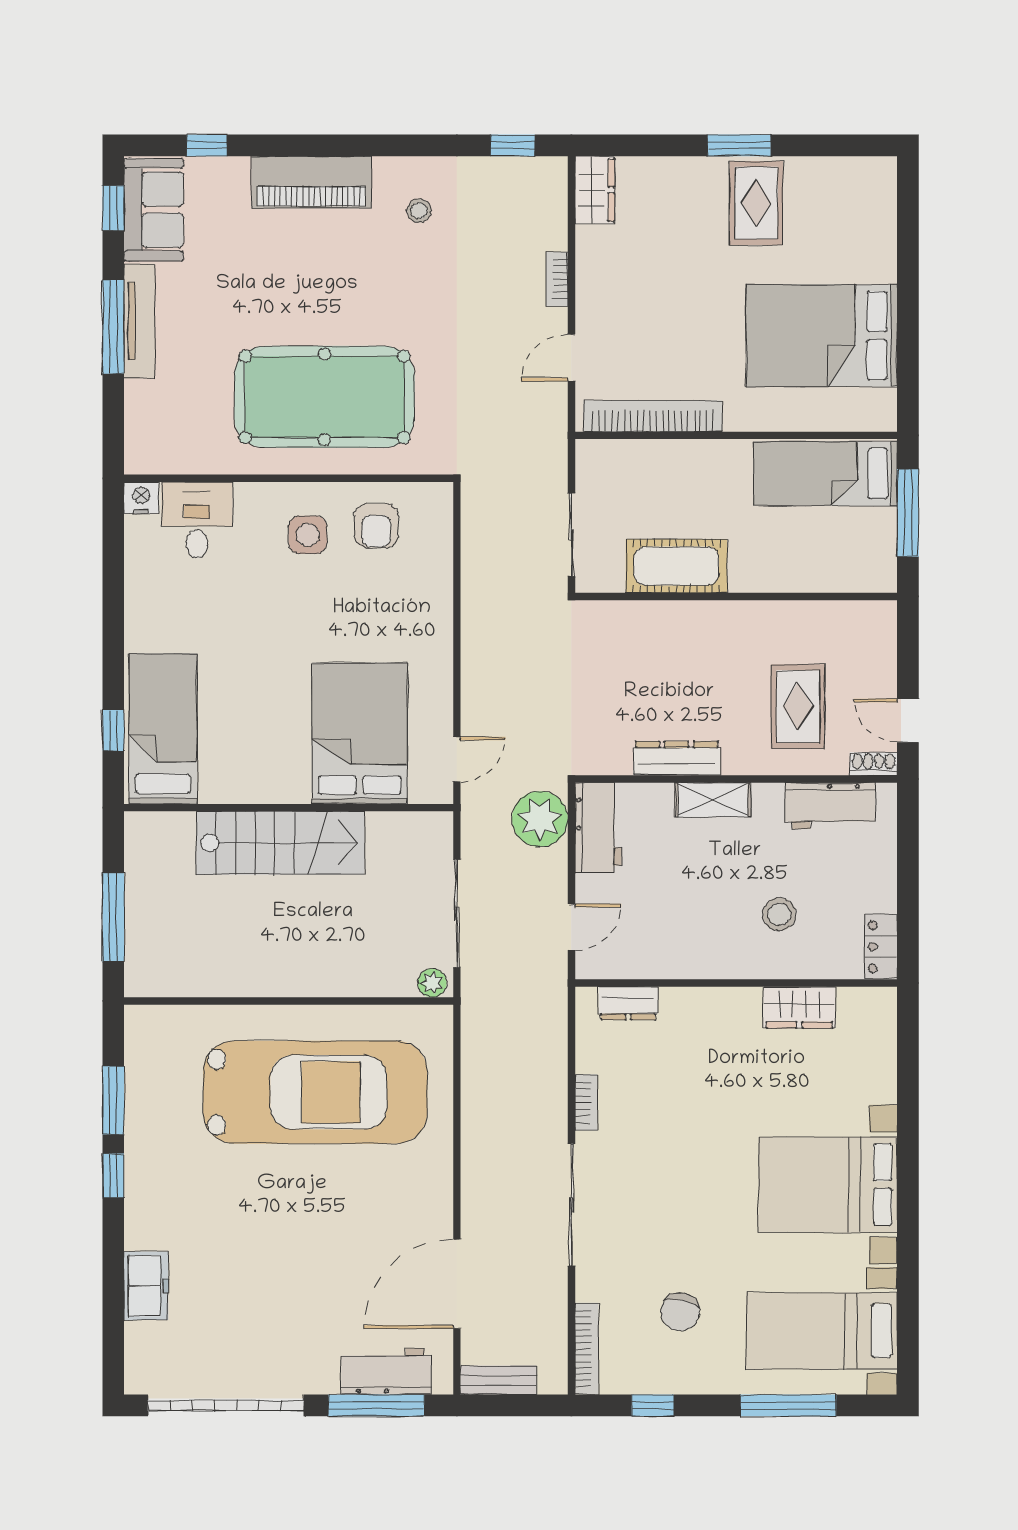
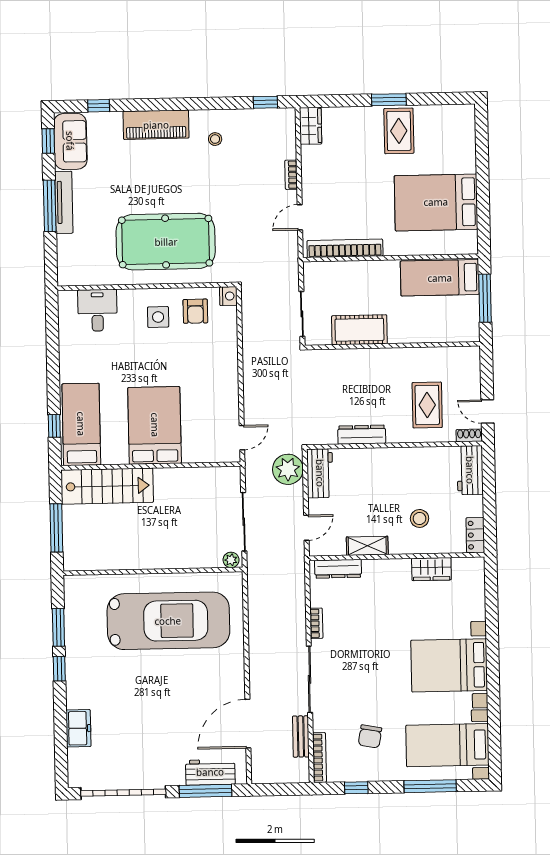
nightstand: (141, 498) -> (228, 296), moved, turned 90
bed: (360, 733) -> (155, 425), moved
shelving: (713, 800) -> (367, 546), moved
workbench: (830, 806) -> (470, 470), moved, turned 90
stairs: (280, 843) -> (107, 486), moved
dresser: (628, 1003) -> (338, 569), width x1.44
bench: (498, 1380) -> (301, 736), moved, turned 90

